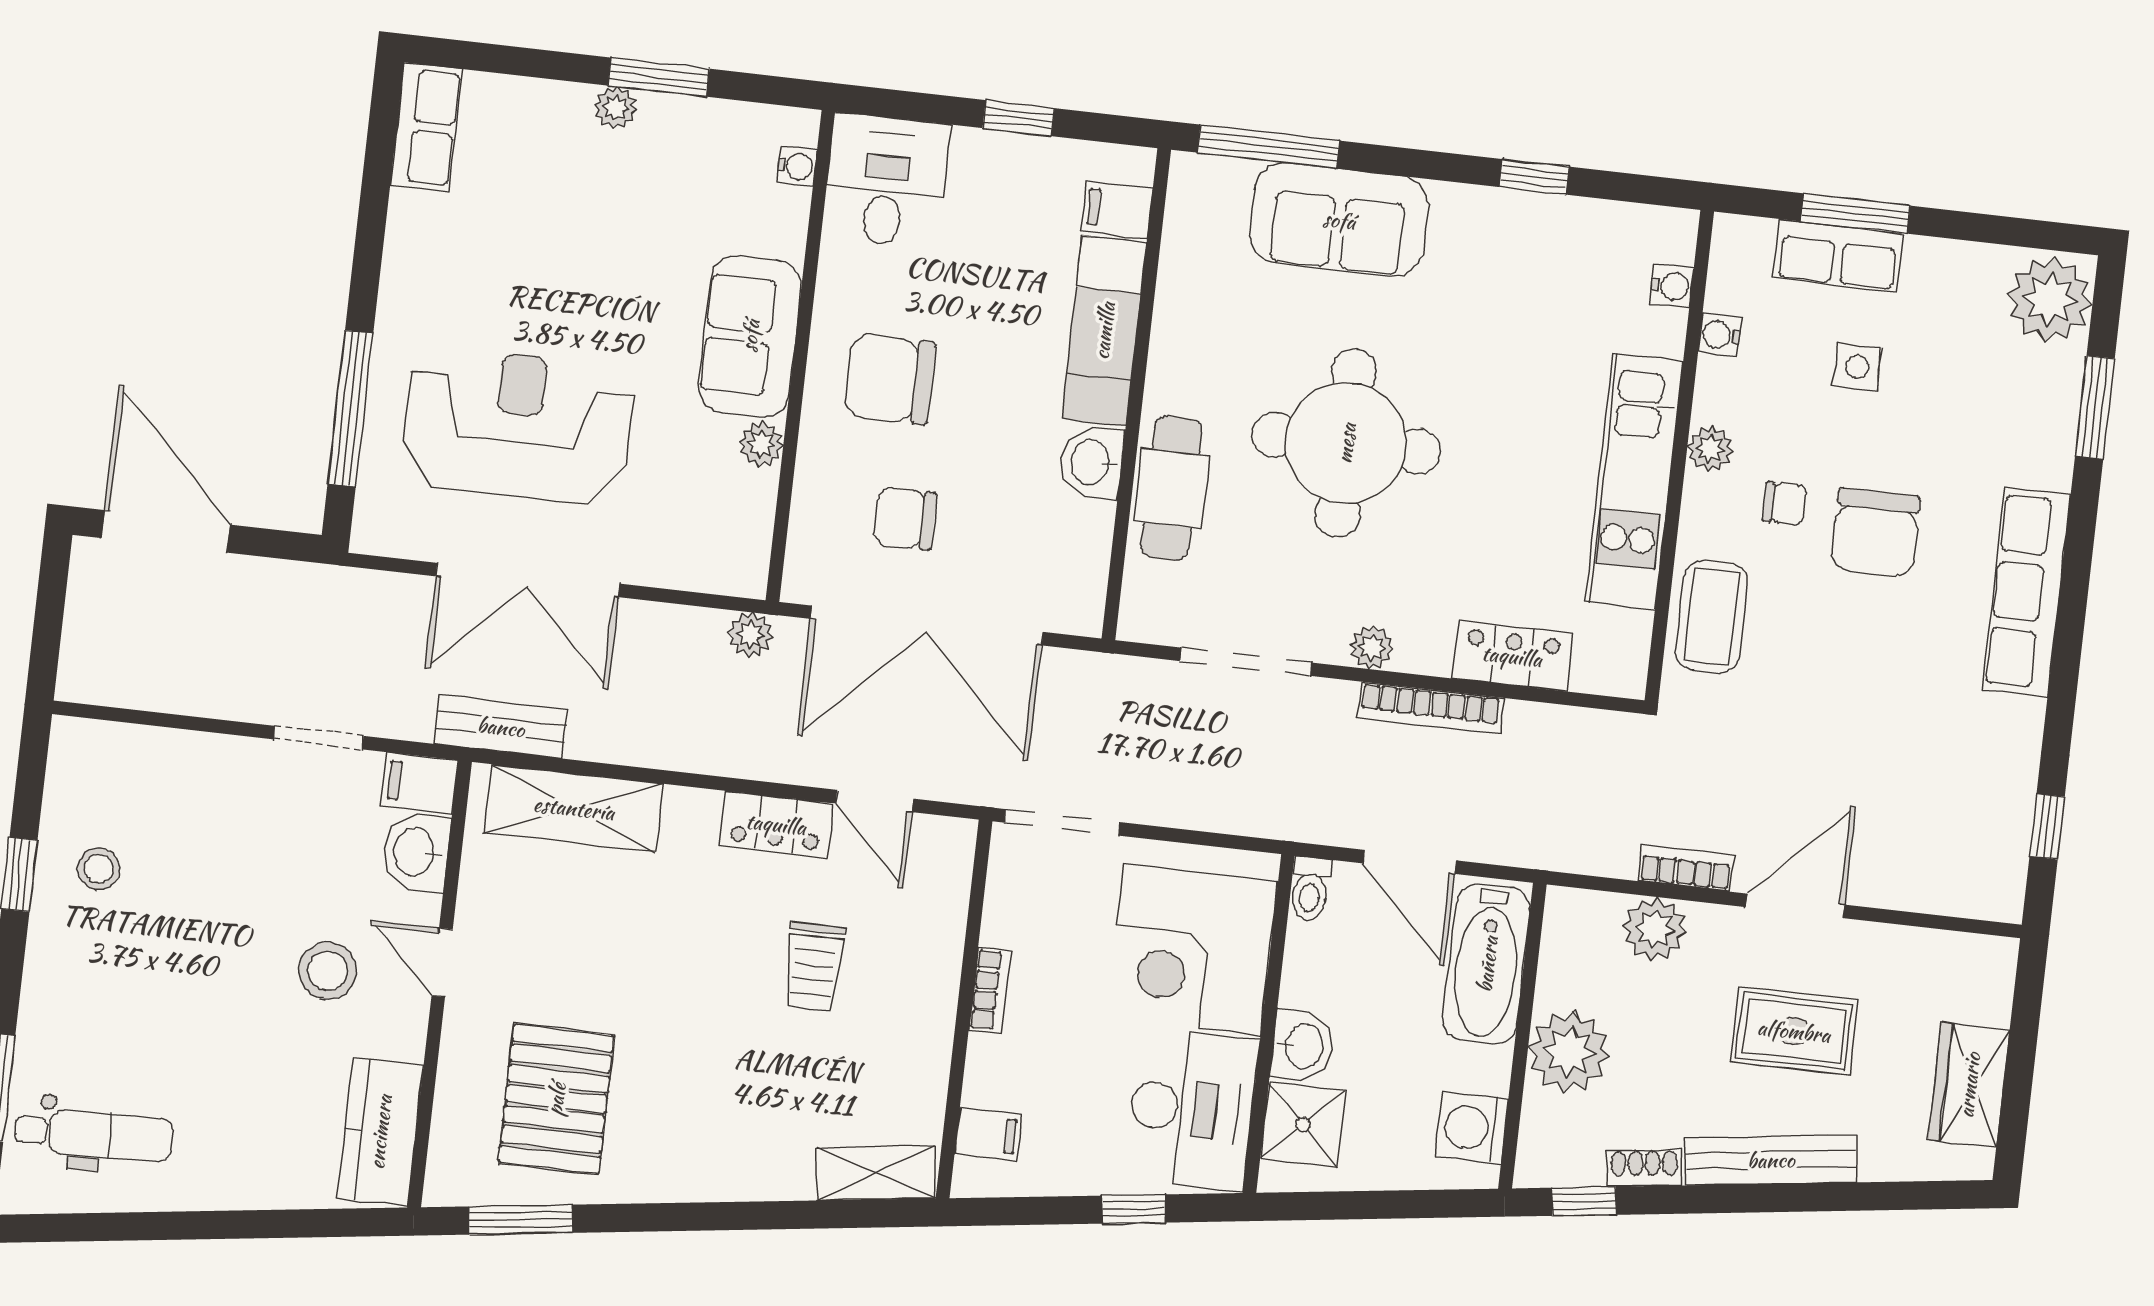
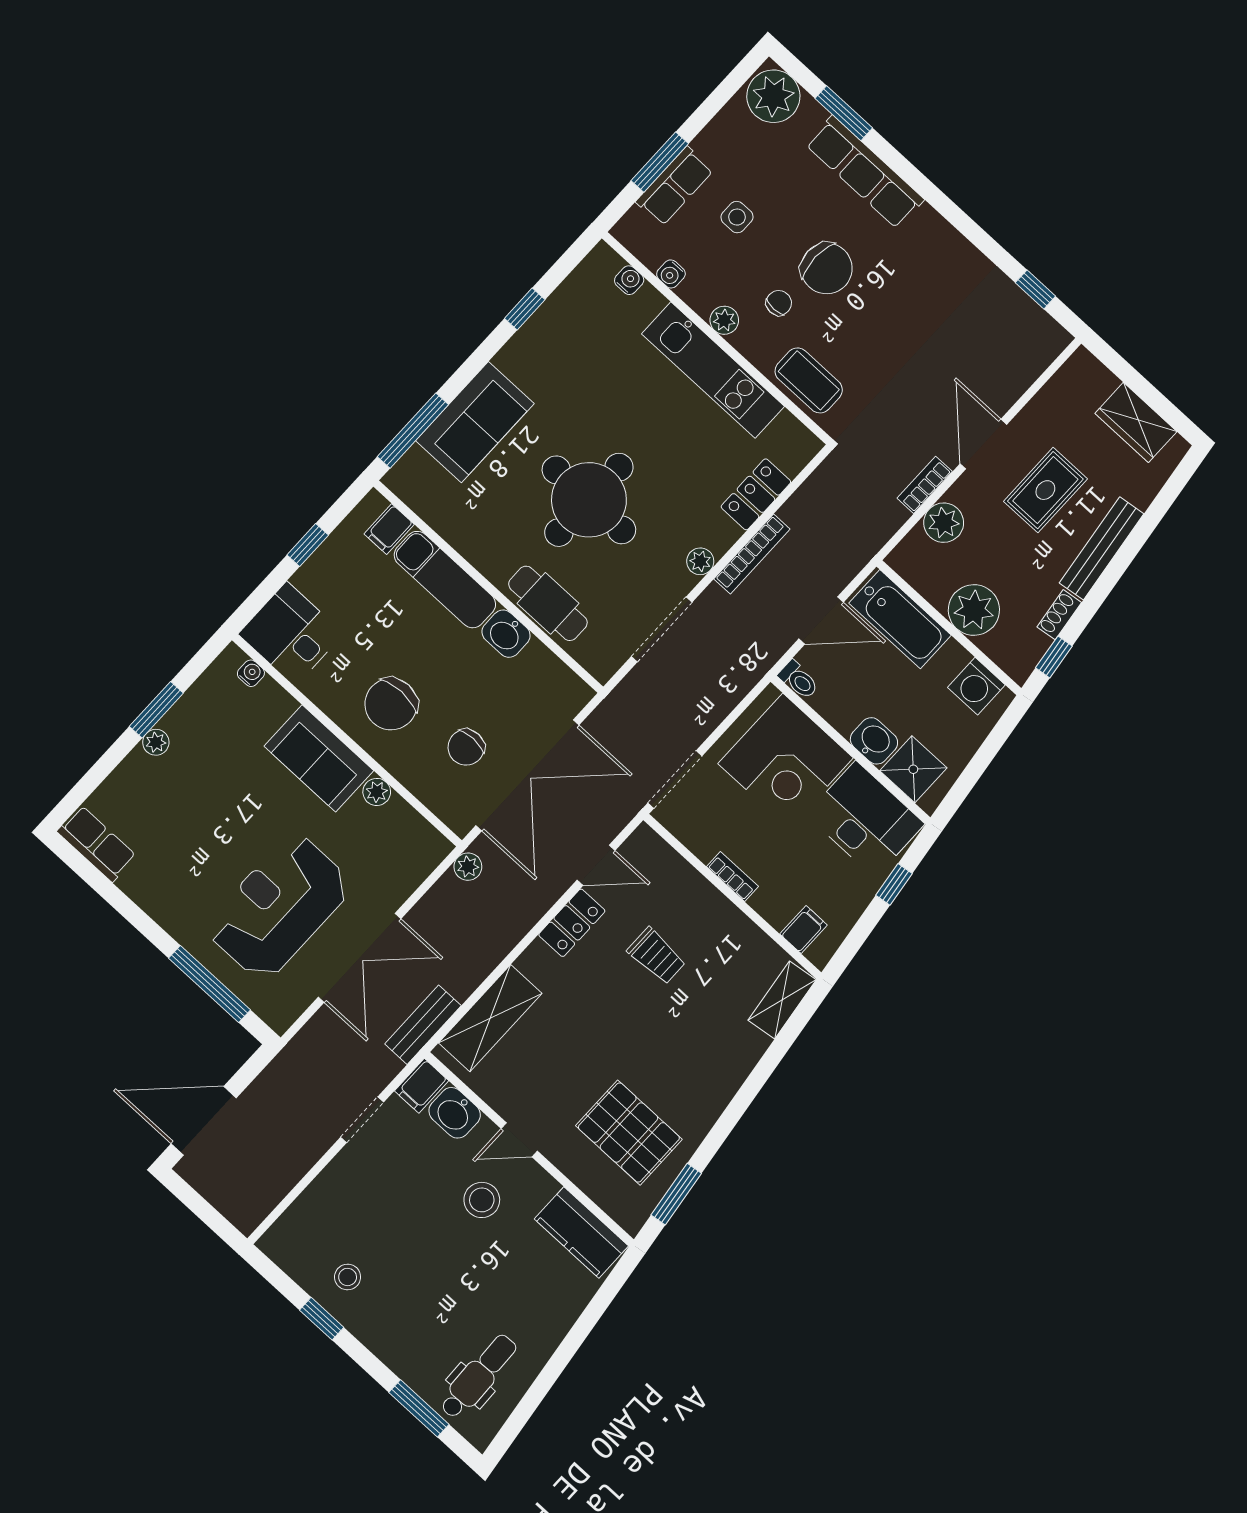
row of seats: (2026, 592) -> (865, 172), moved

